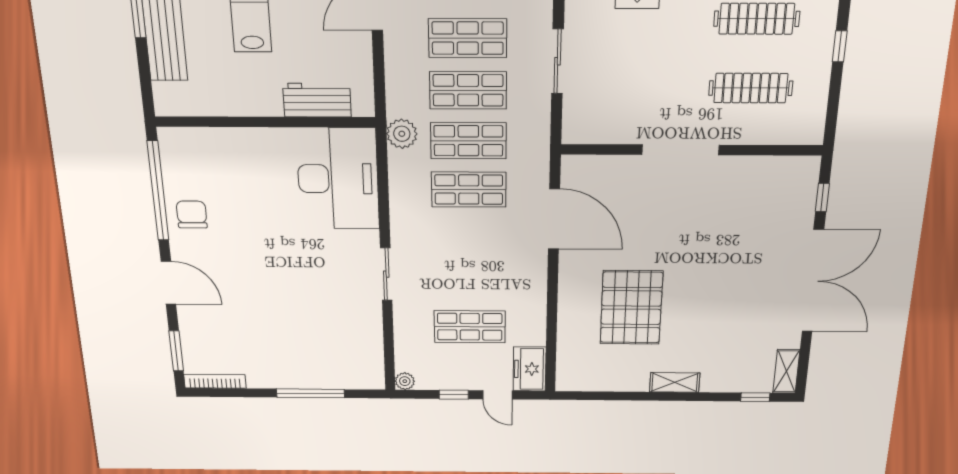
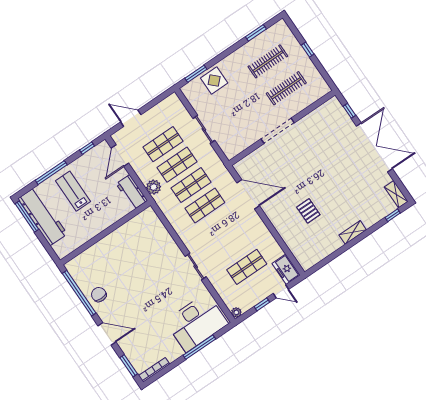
workbench: (317, 100) -> (132, 192), moved, turned -90
plant: (402, 134) -> (154, 187), moved
desk: (338, 179) -> (196, 322), moved, turned 90
pallet: (631, 308) -> (308, 211), width x0.49, depth x0.50

